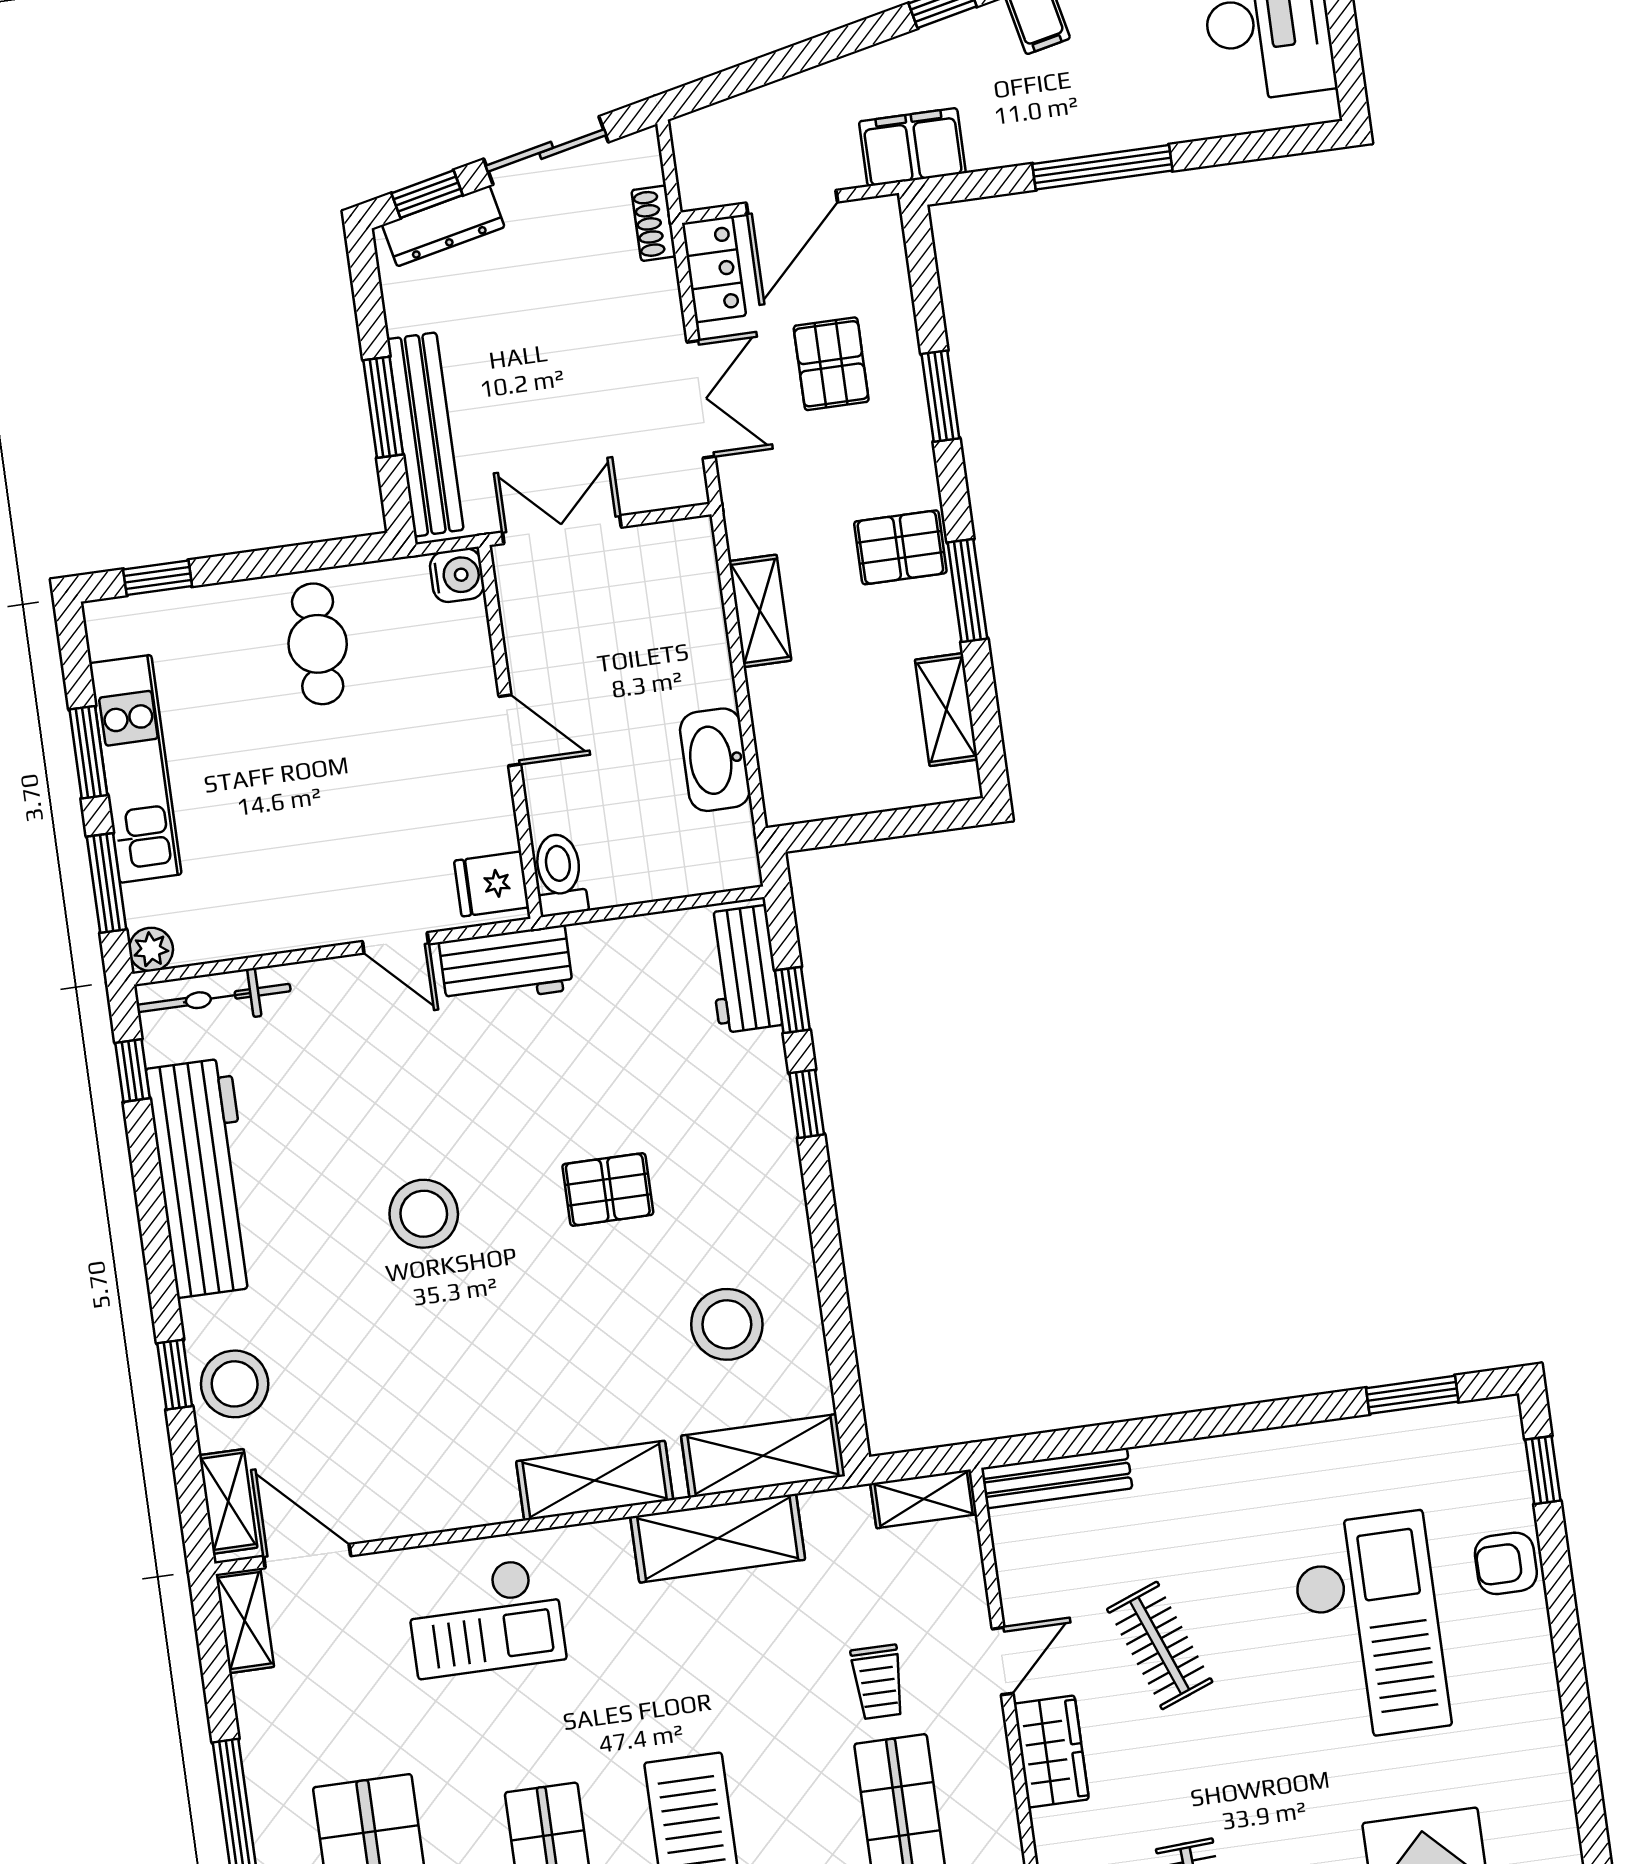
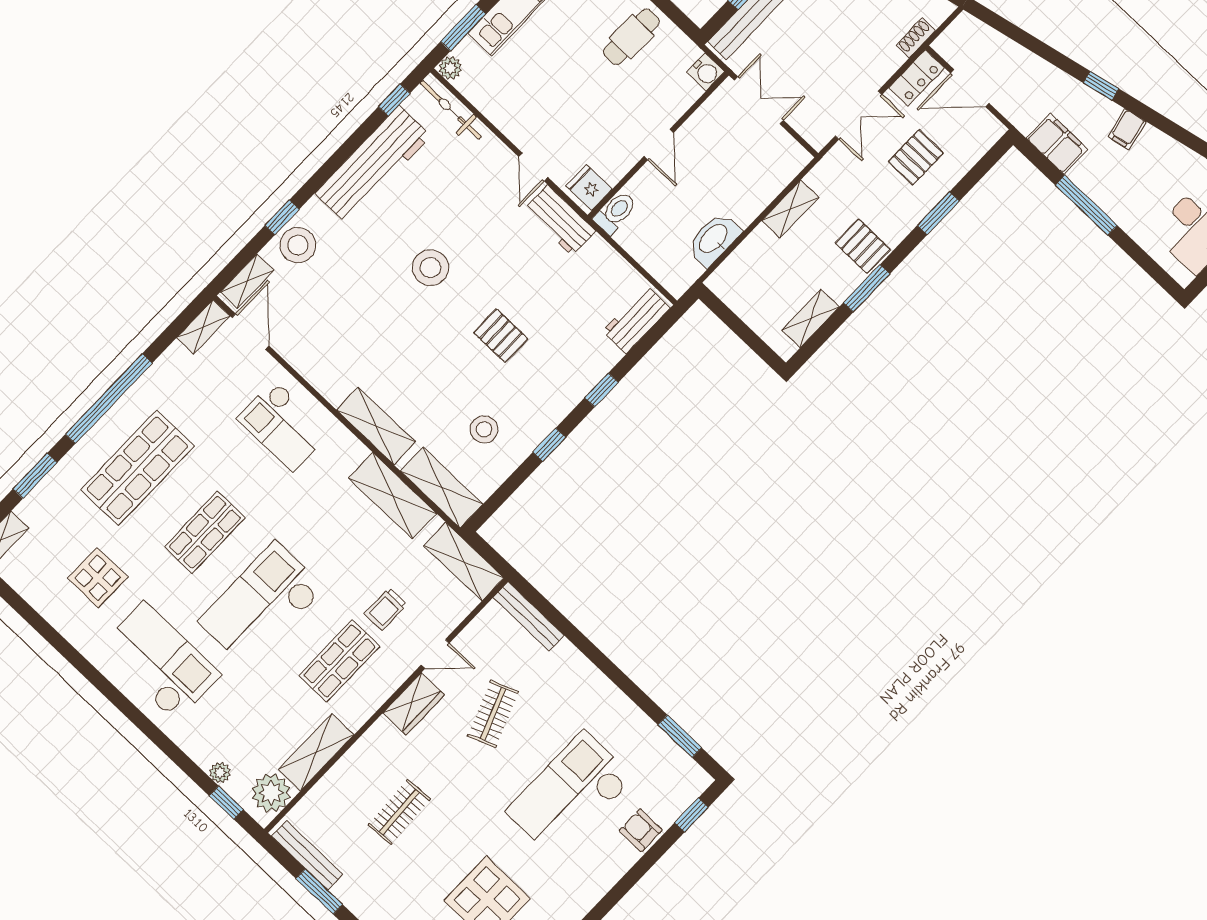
filing cabinet: (912, 147) -> (1057, 144), moved
window: (792, 1000) -> (549, 445), moved
stool: (727, 1324) -> (484, 429), width x0.73, depth x0.73
shelving: (924, 1499) -> (464, 562), width x1.50, depth x1.33
checkout: (1370, 1627) -> (570, 795), turned 180

